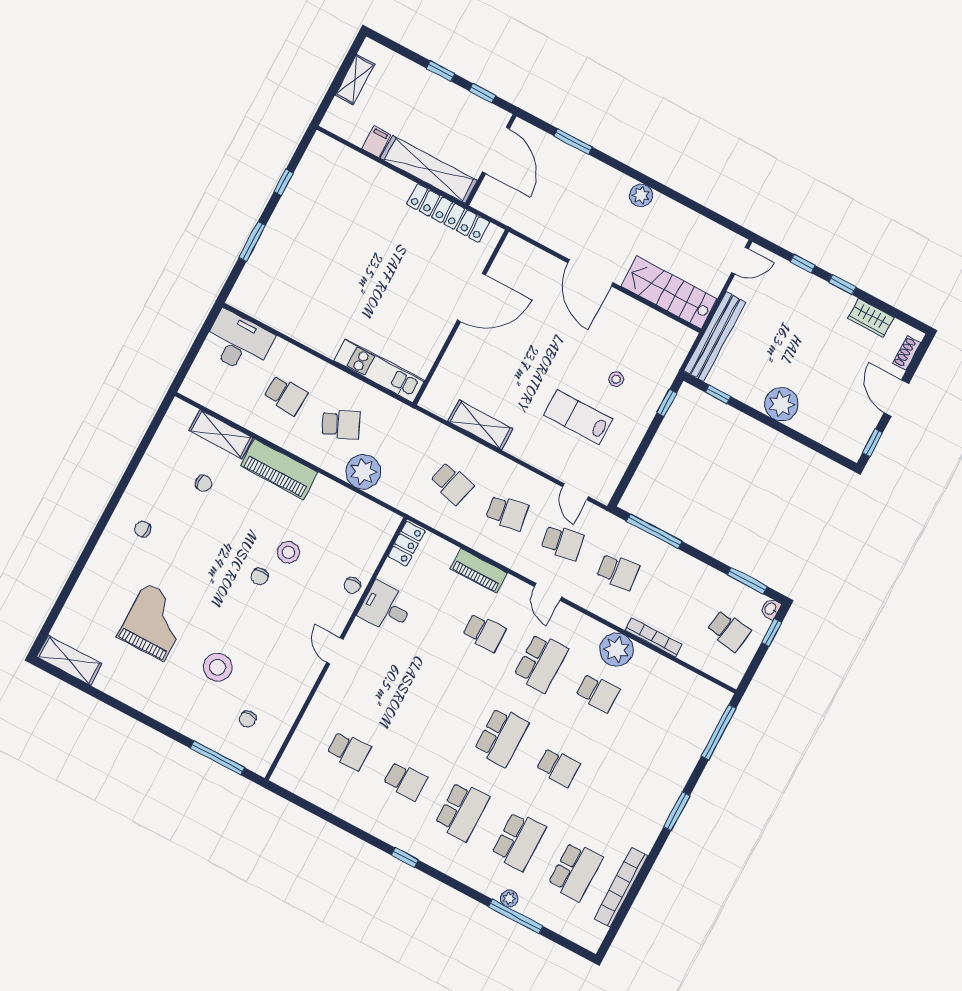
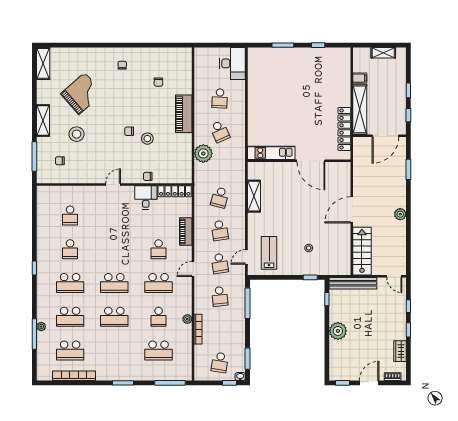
kitchen unit: (379, 371) -> (271, 153), moved, turned -90
lab bench: (578, 417) -> (269, 253), moved
shelving: (221, 434) -> (43, 120), moved
locker: (406, 544) -> (175, 191), width x1.53
grand piano: (154, 622) -> (82, 94), turned -41
plant: (616, 650) -> (187, 319), width x0.53, depth x0.53
school desk: (654, 723) -> (159, 351), added
school desk: (558, 767) -> (114, 317), width x1.85

